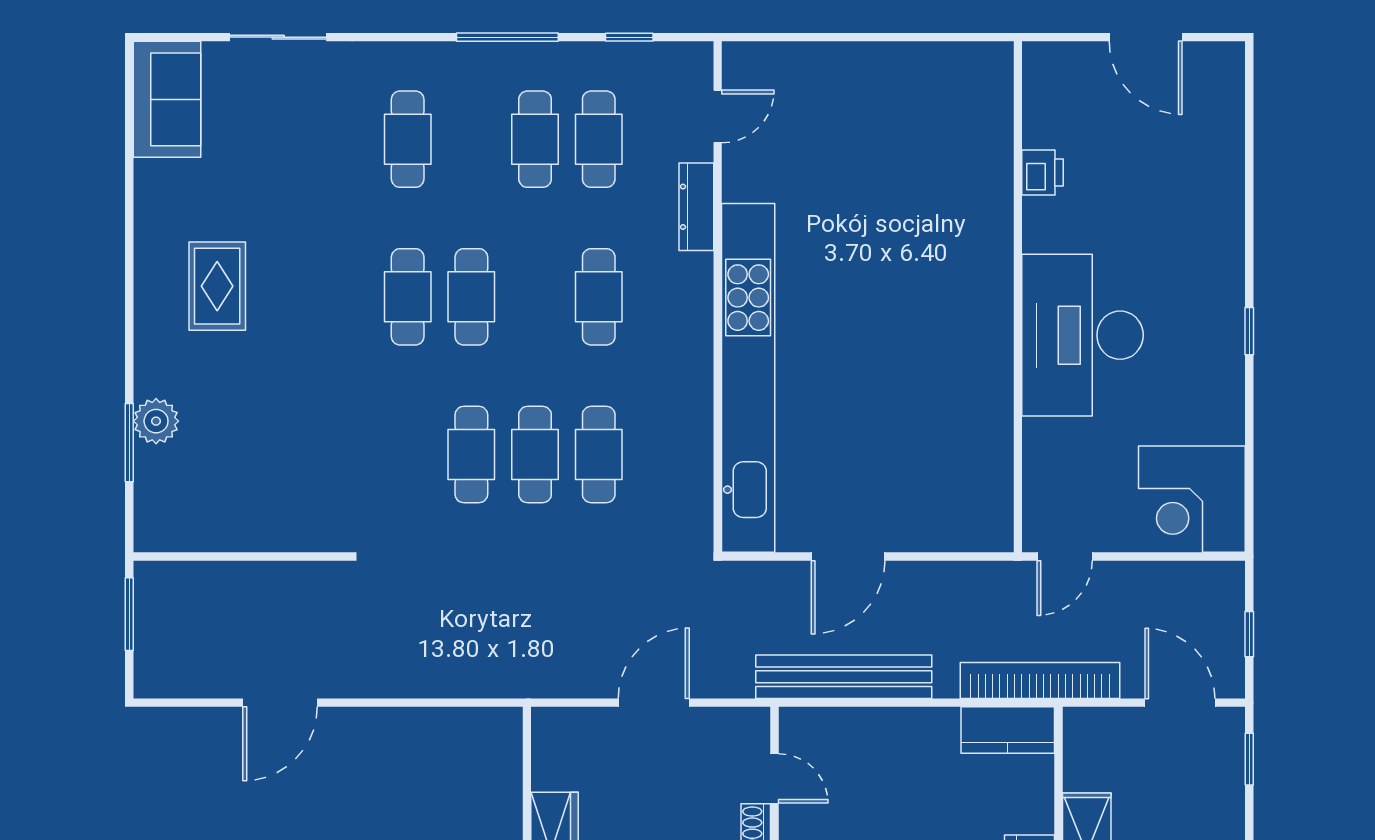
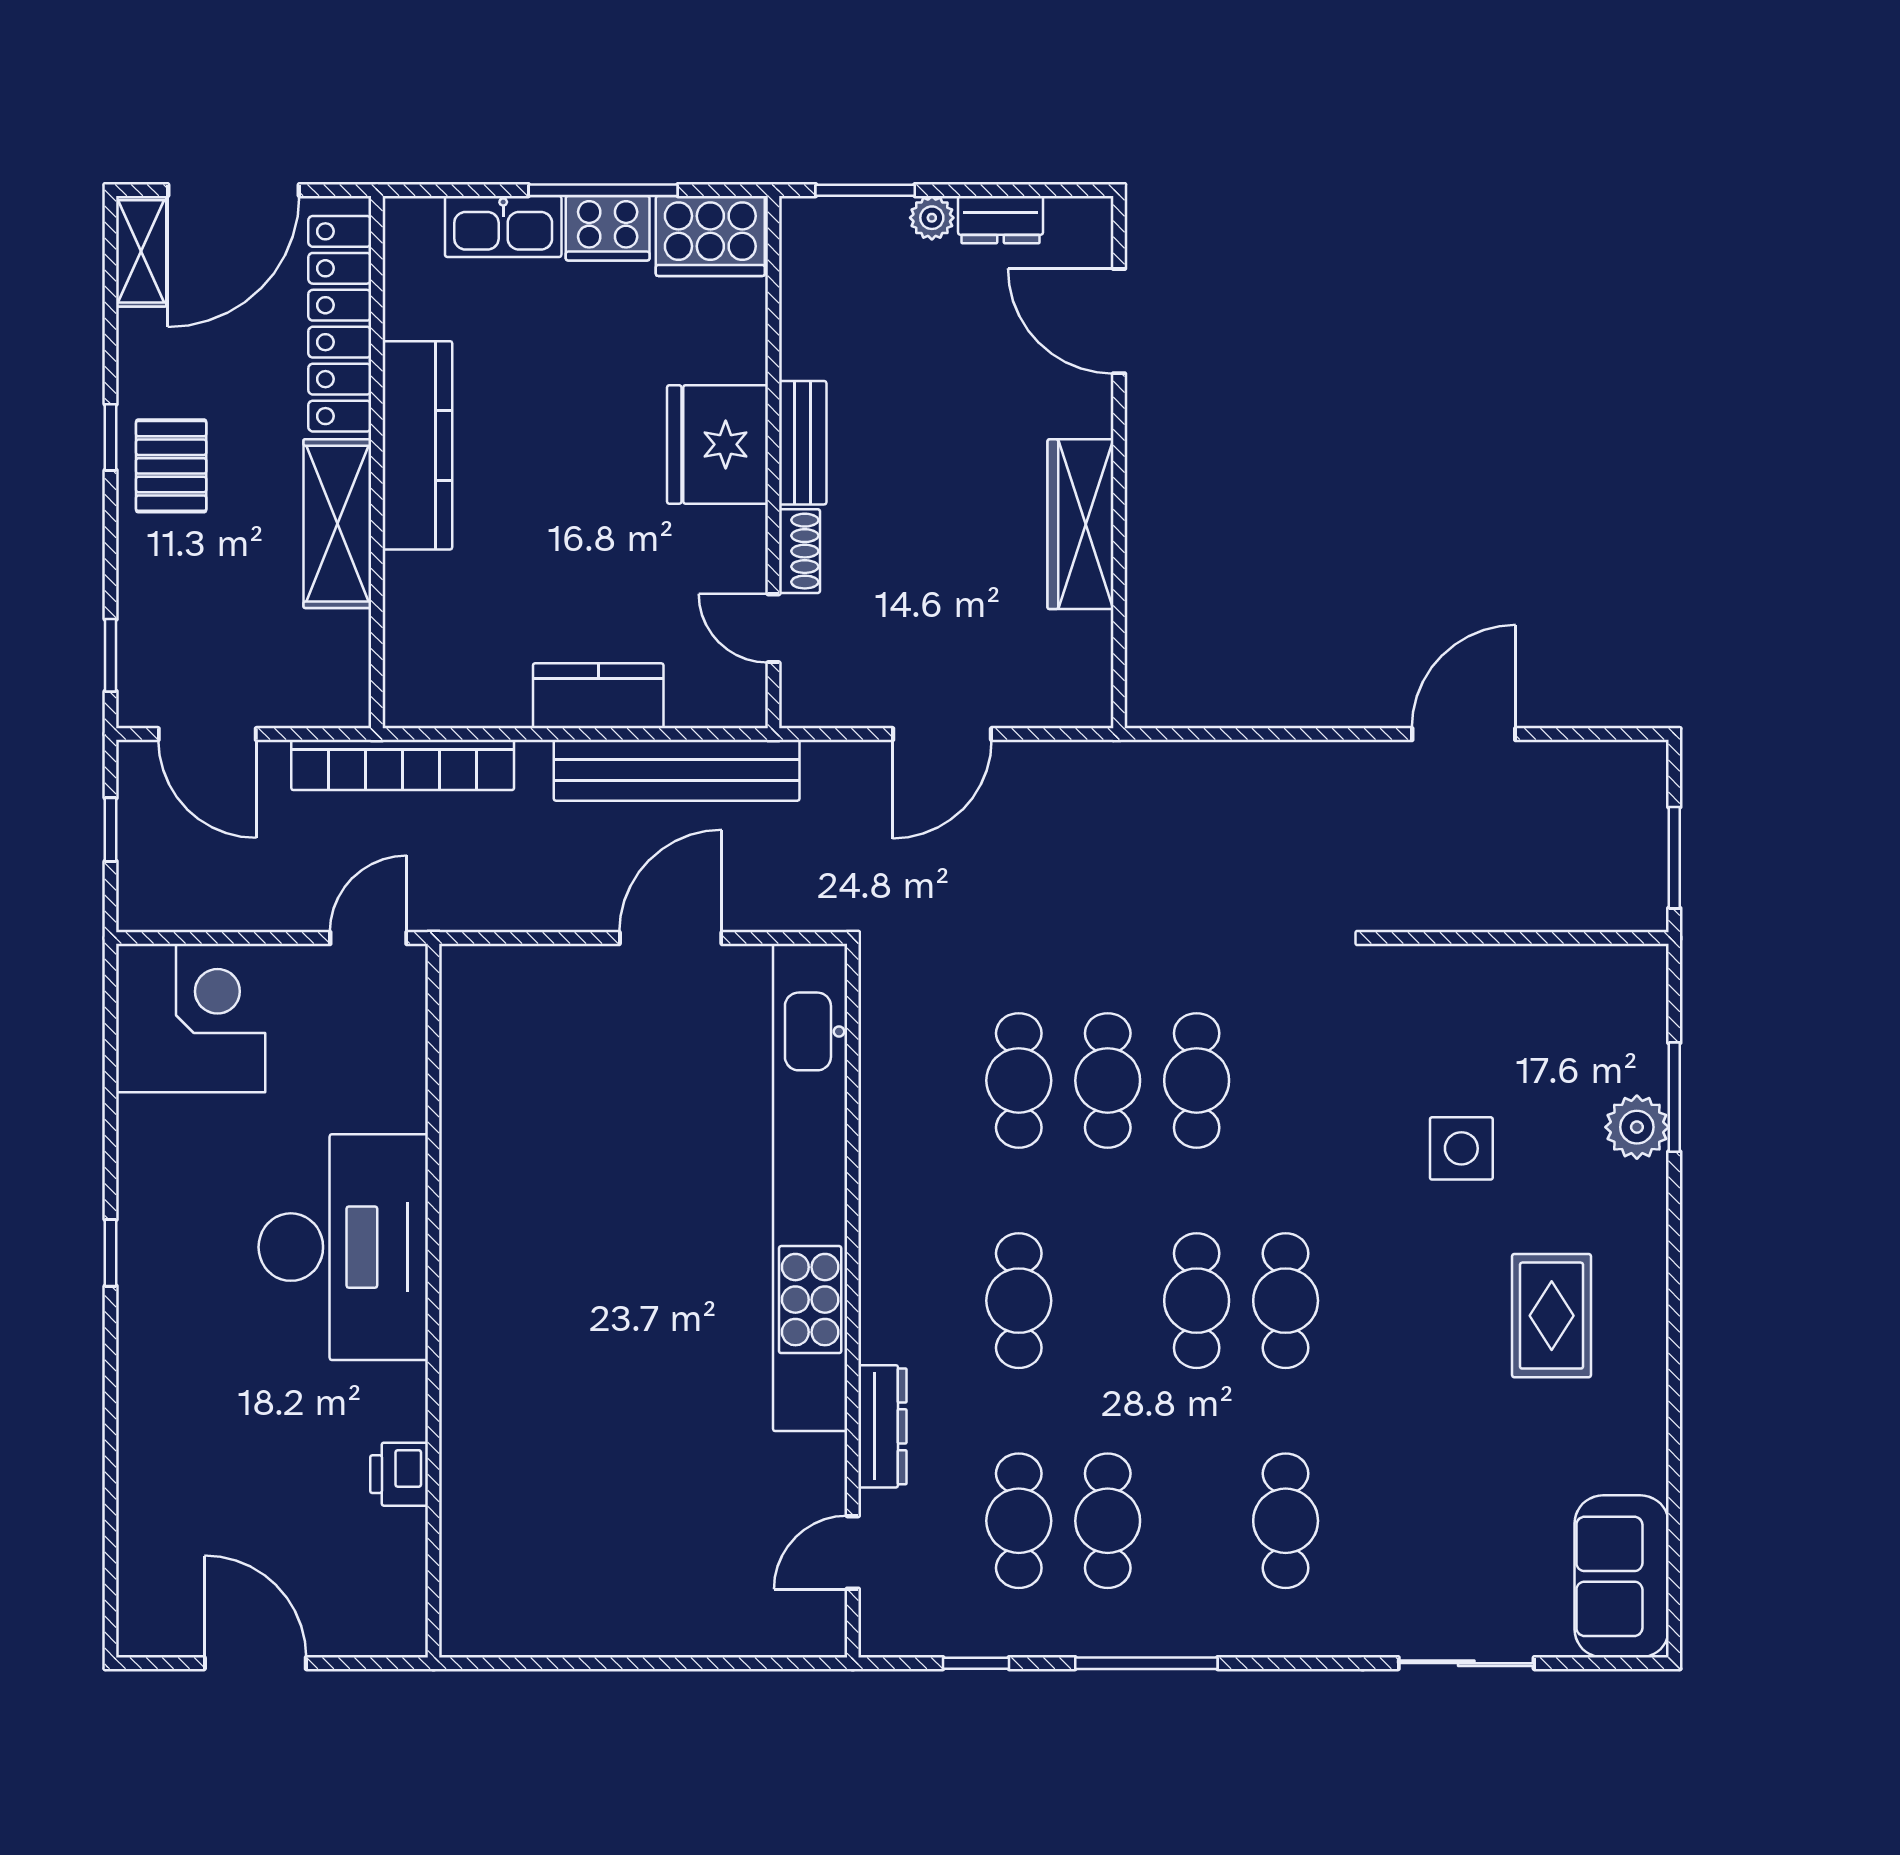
side table: (282, 406) -> (1461, 1148), added
kitchen counter: (1008, 730) -> (598, 696), moved

